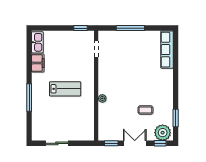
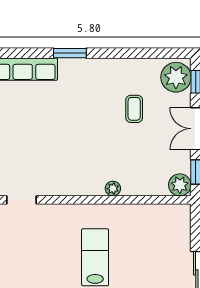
window: (176, 118) -> (70, 53), moved
plant: (104, 135) -> (180, 185), added

